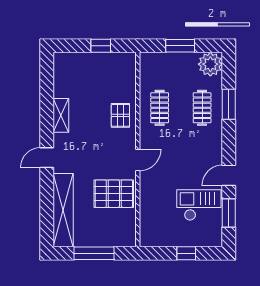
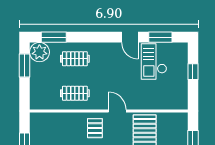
window: (180, 46) -> (25, 66), moved
window: (229, 104) -> (54, 37), moved
pallet: (120, 115) -> (95, 128), moved, turned 90

